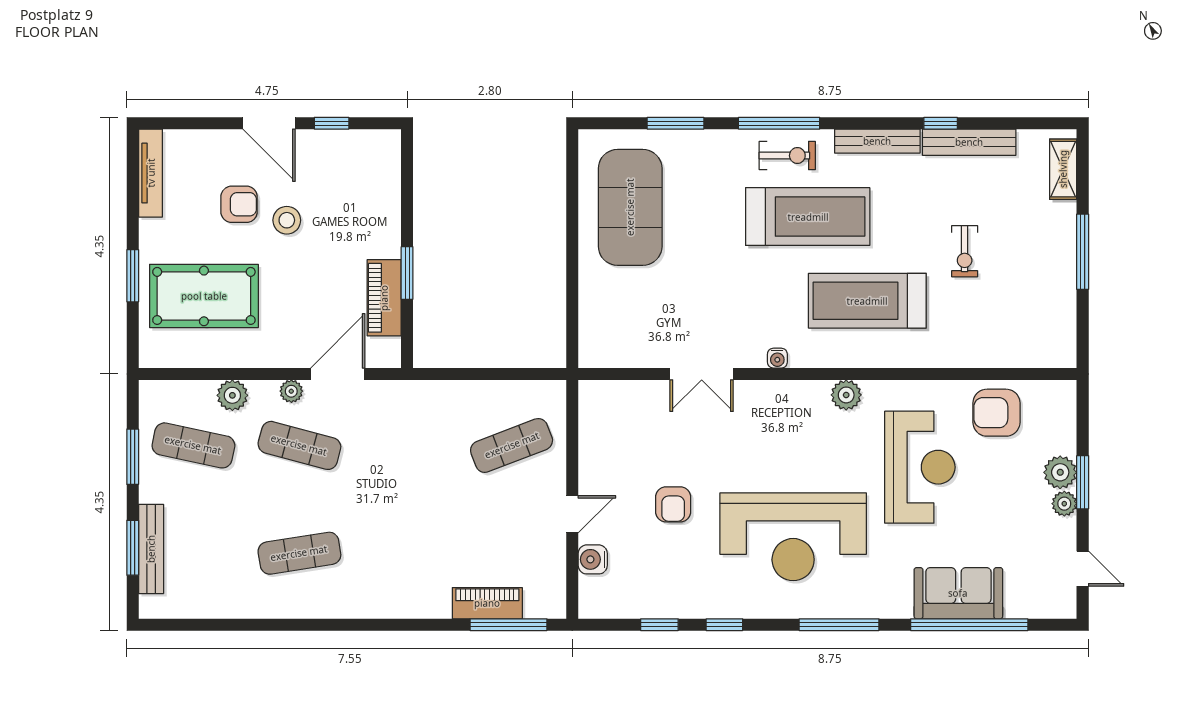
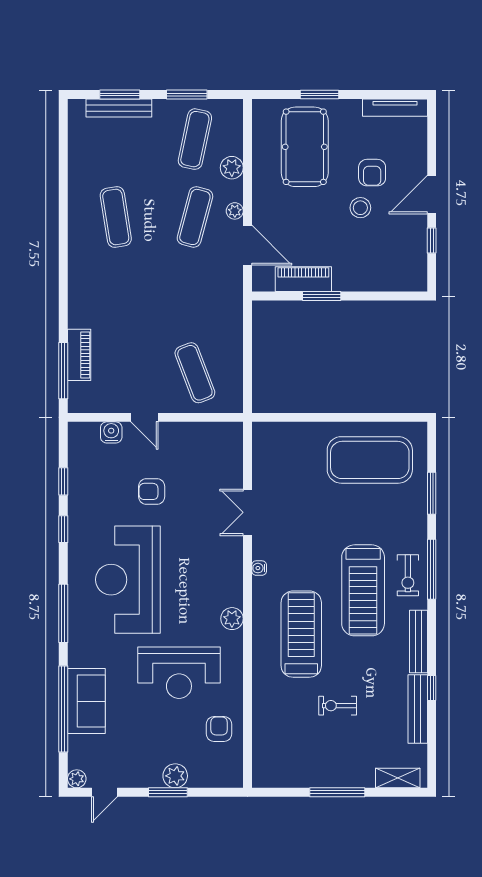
armchair: (996, 413) -> (219, 729), width x0.72, depth x0.72
plant: (1064, 504) -> (77, 779), moved

